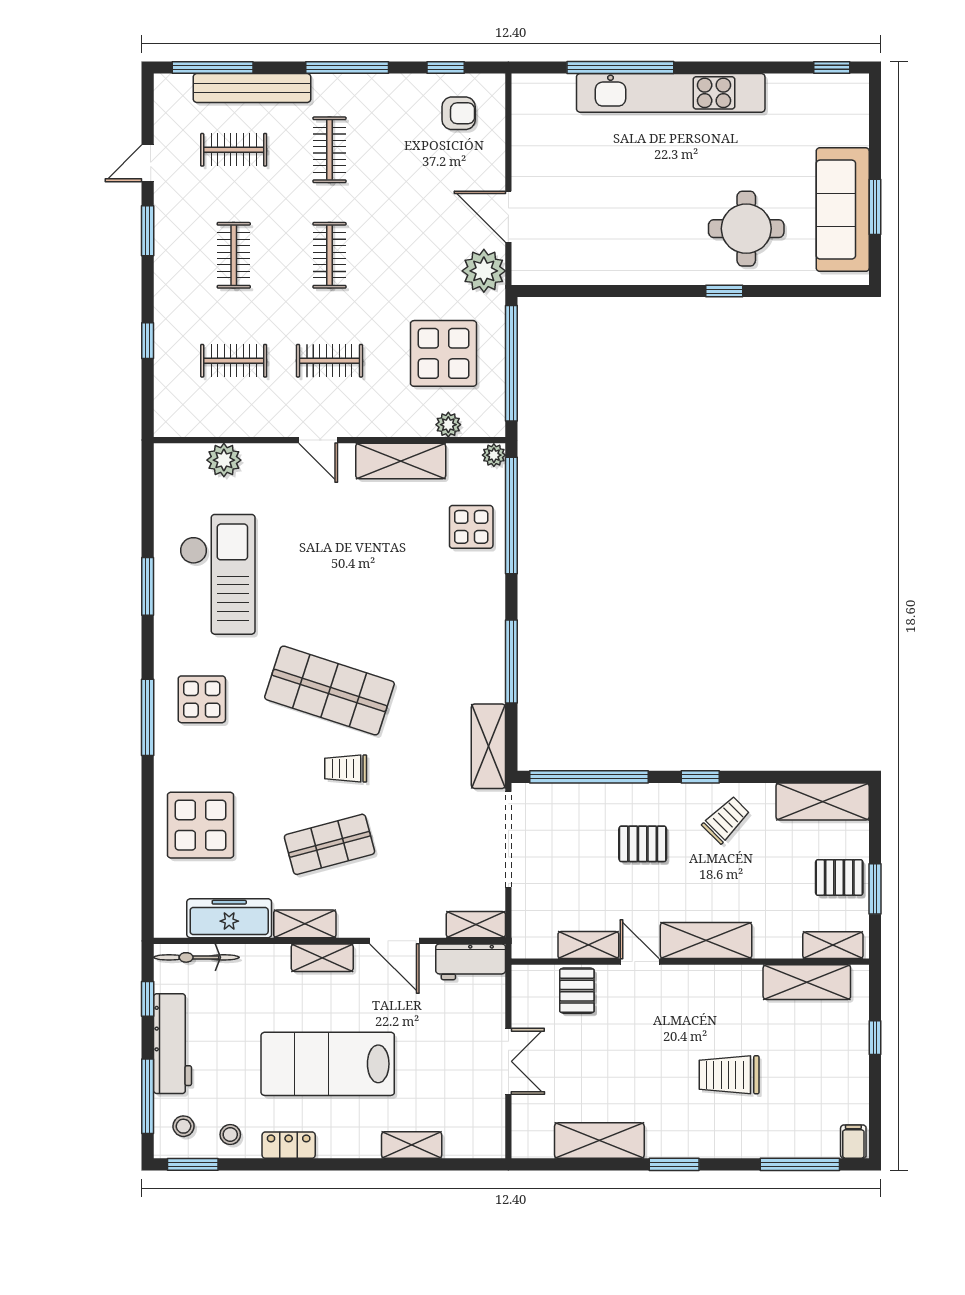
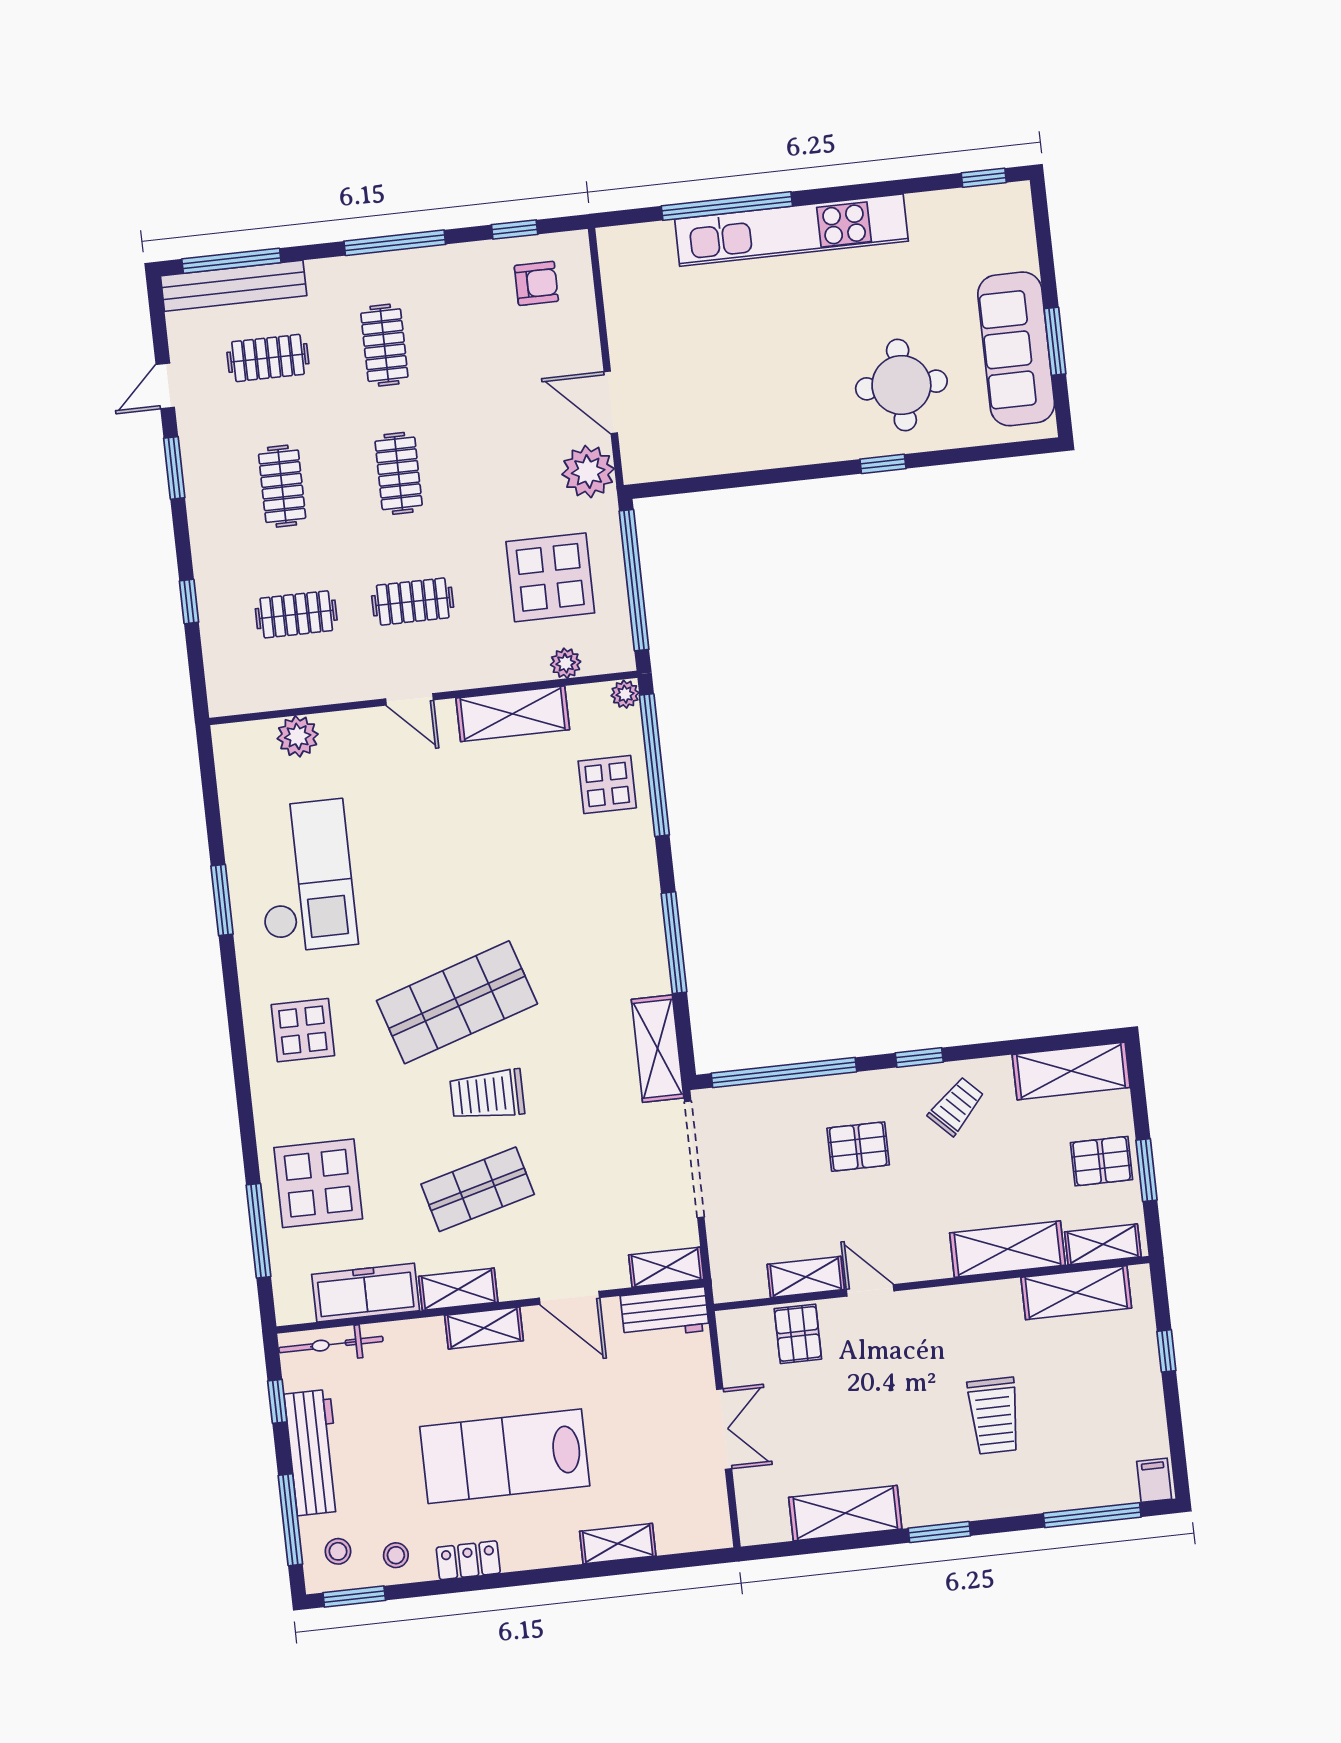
bench: (252, 88) -> (234, 286), moved
shop shelf: (329, 690) -> (457, 1002), turned -36
window: (148, 717) -> (258, 1231), moved
trolley: (346, 768) -> (487, 1095), width x1.36, depth x1.39
shelving: (706, 941) -> (1007, 1249), moved
trolley: (729, 1075) -> (994, 1416), turned -90

